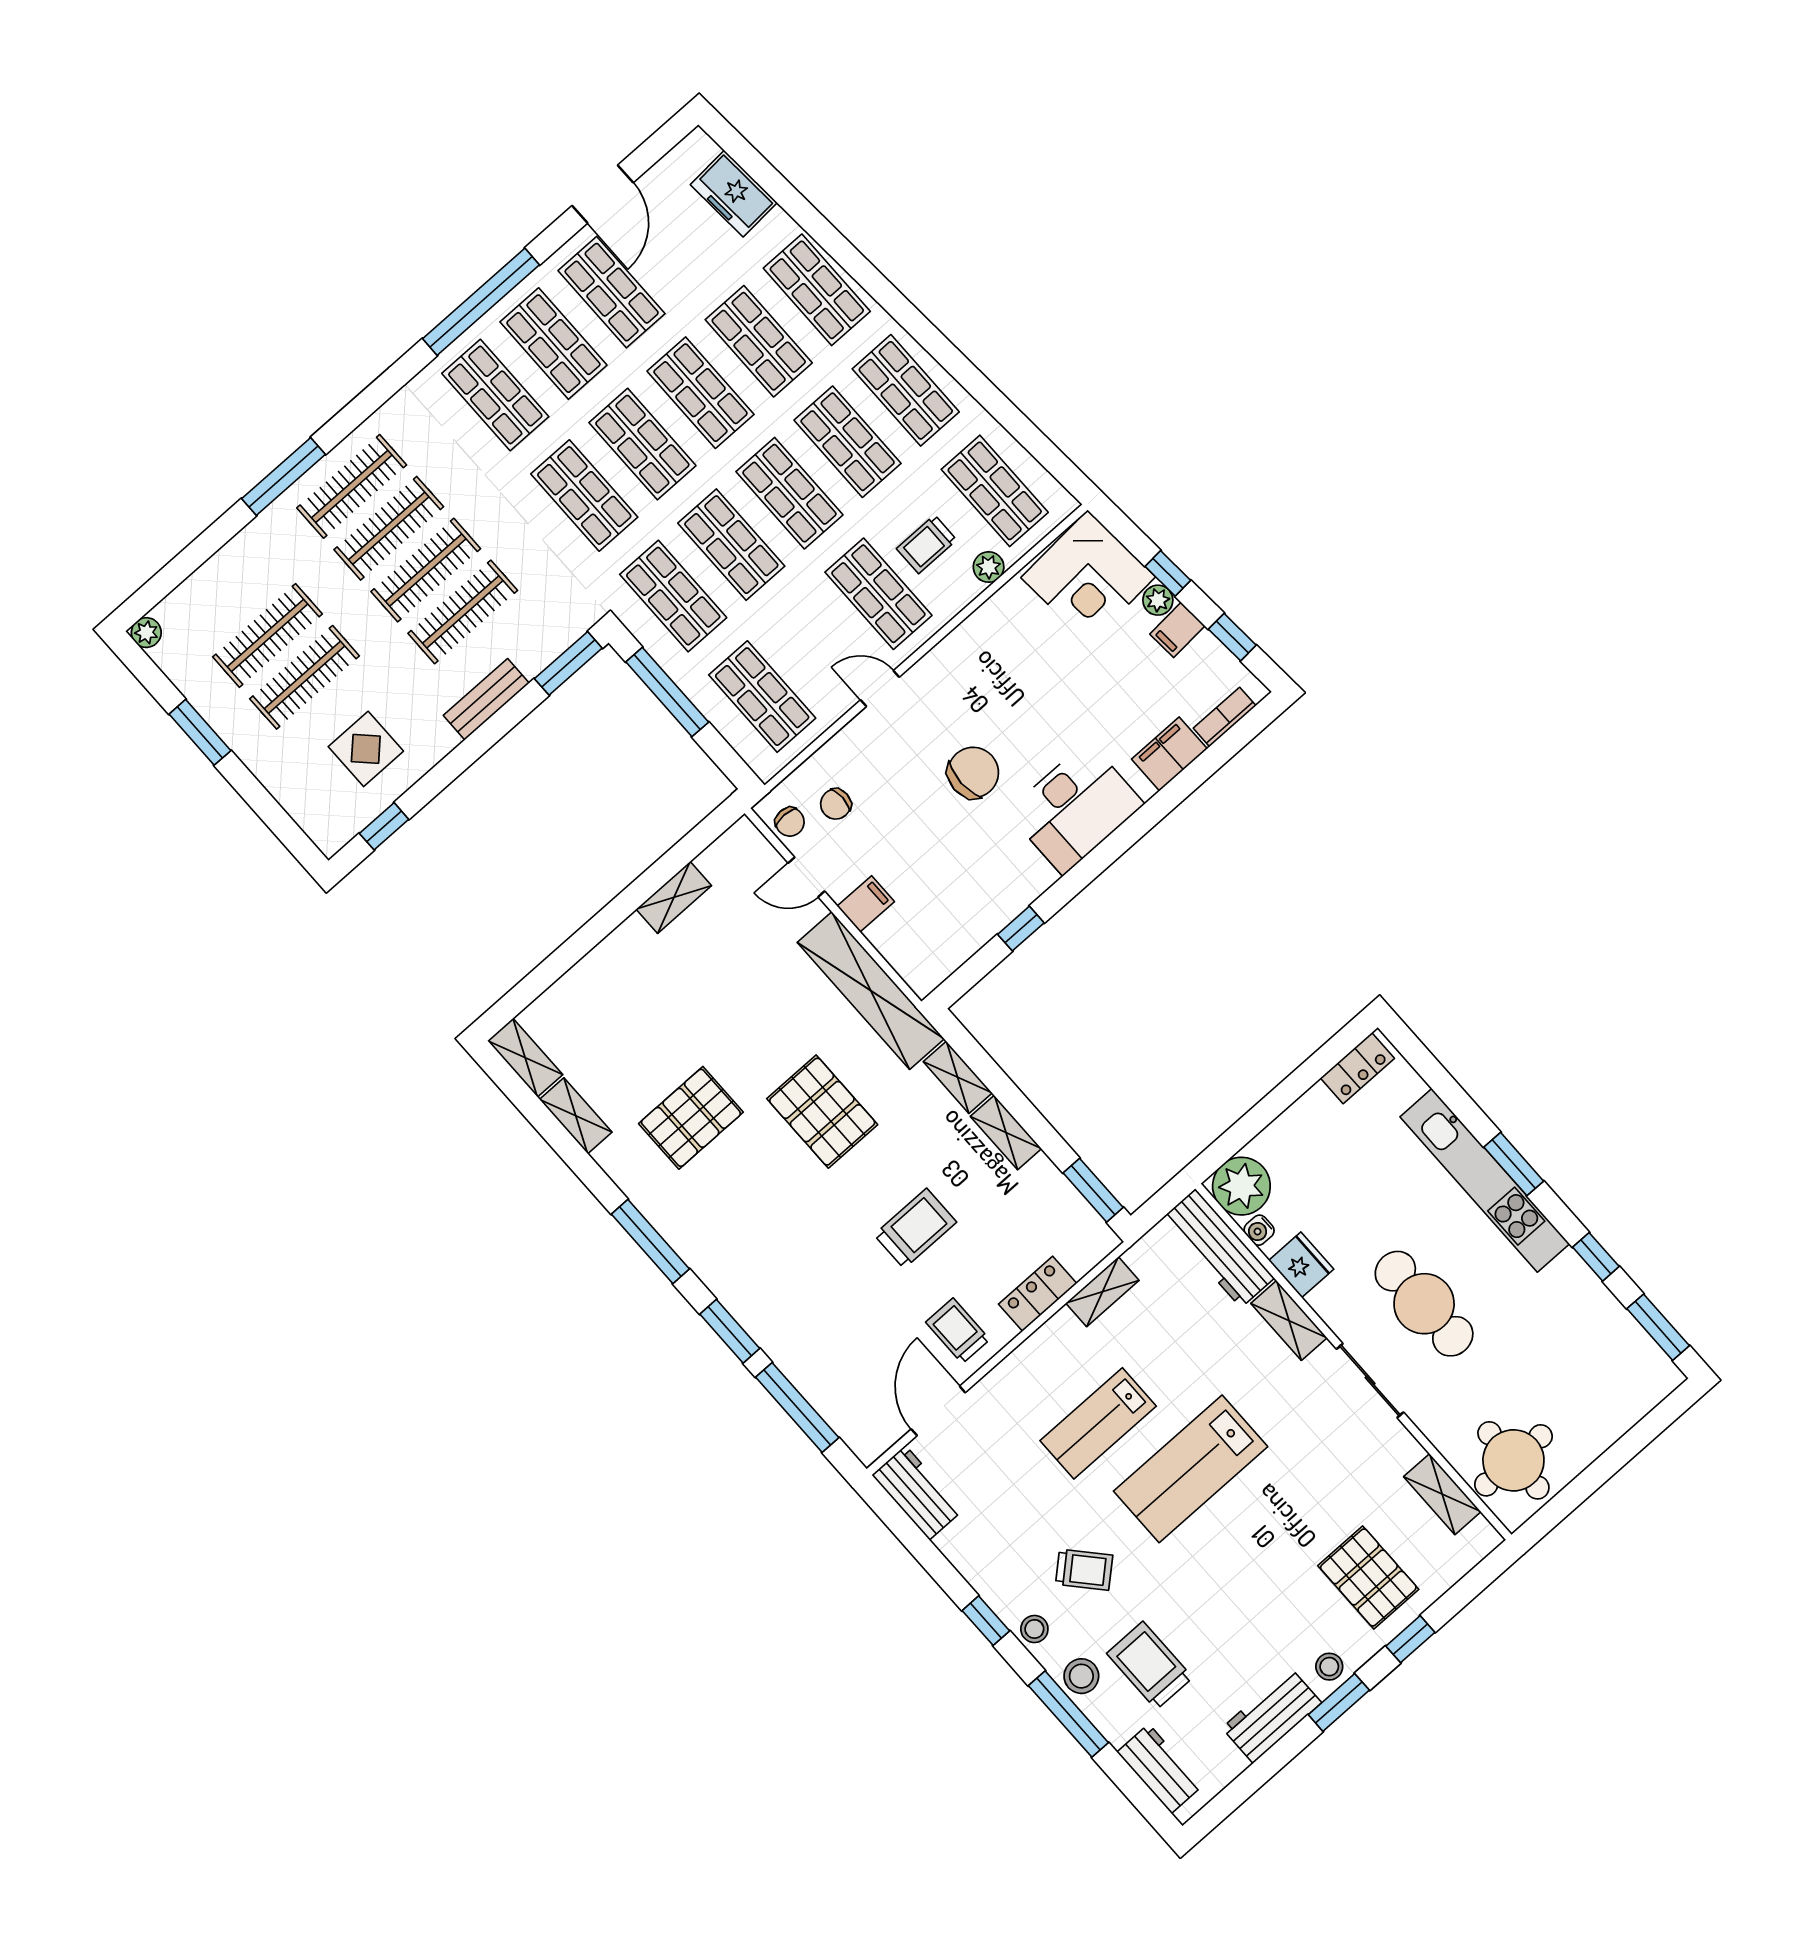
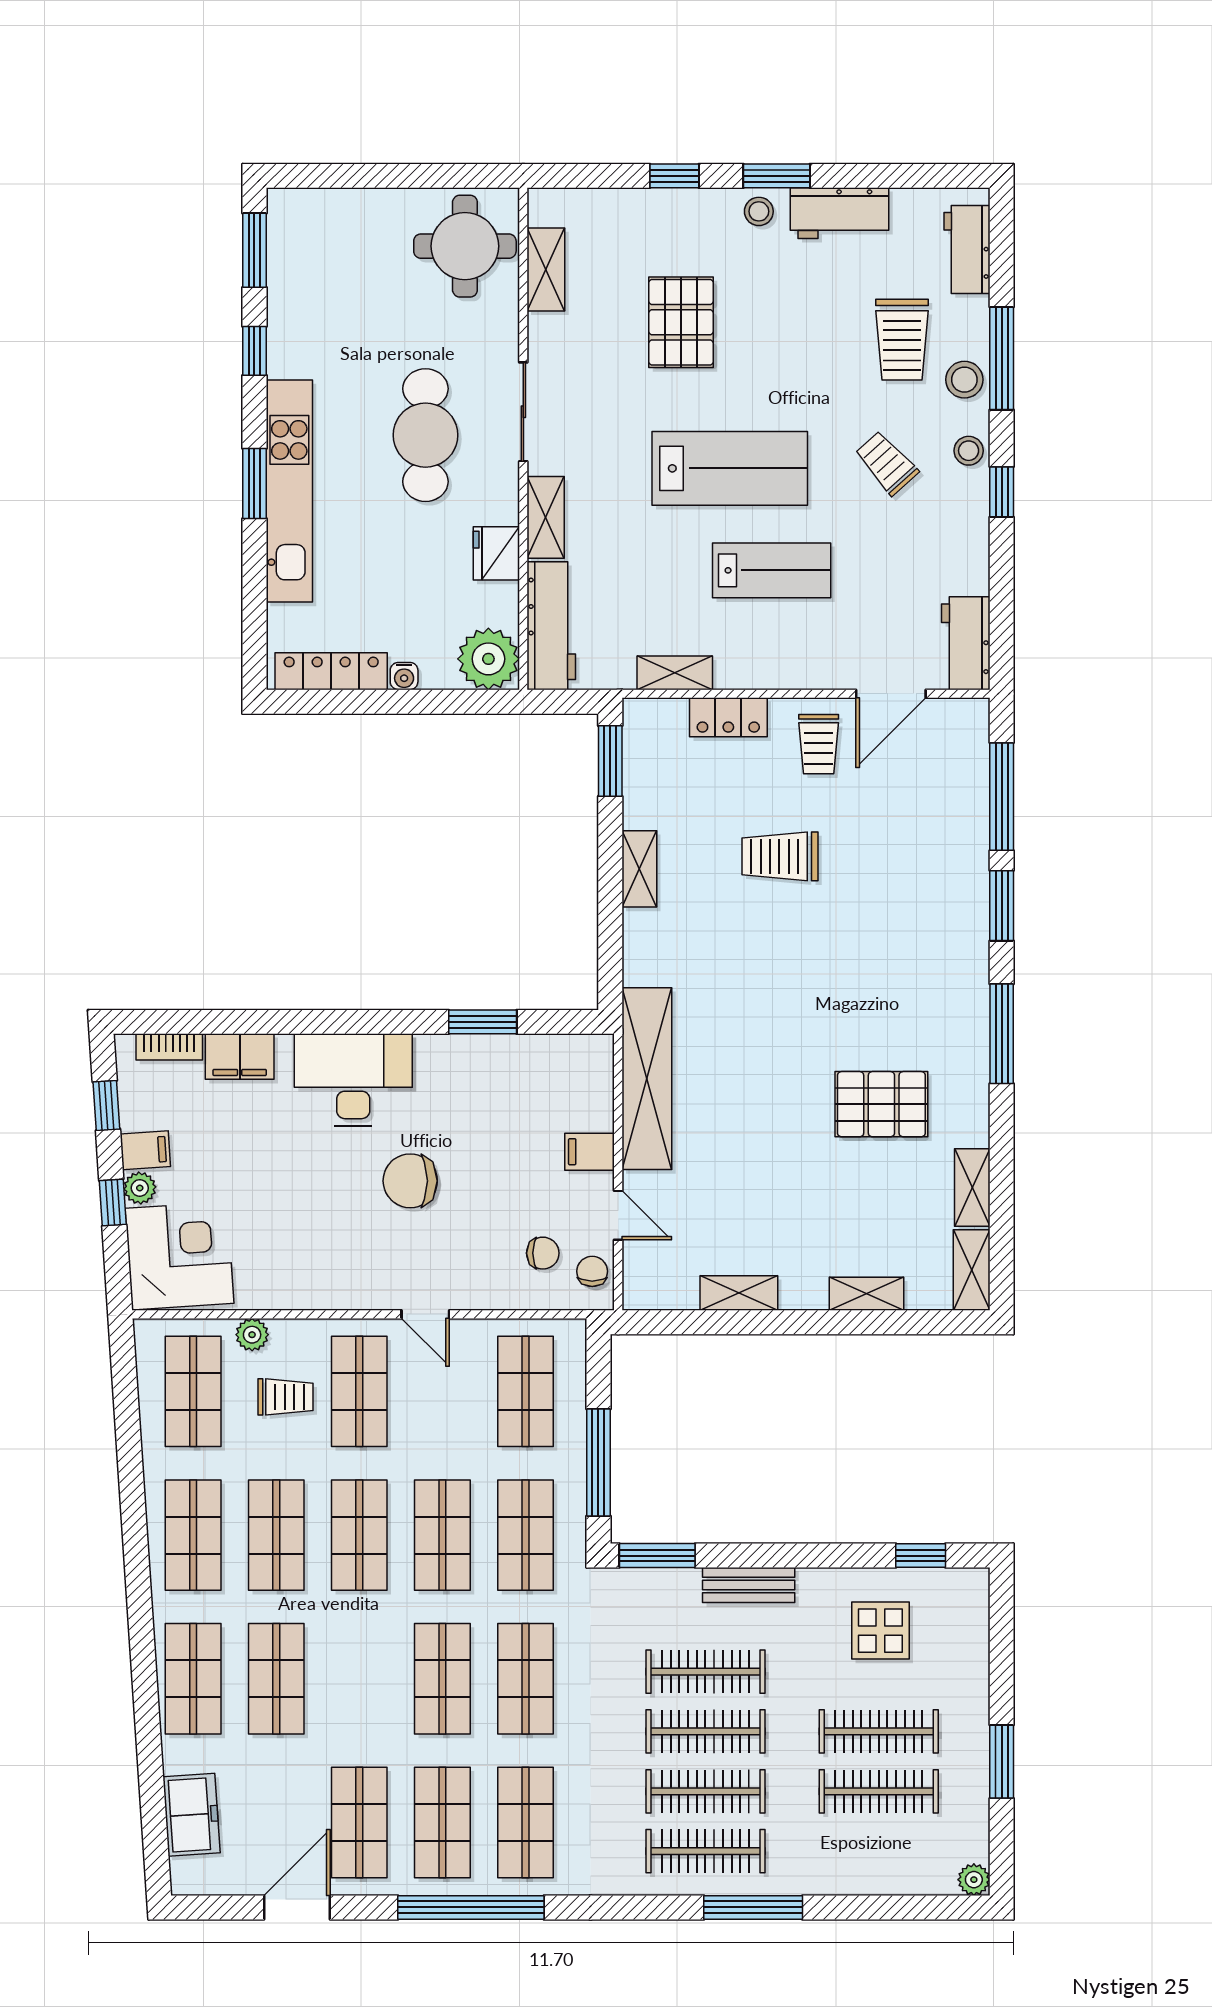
shop shelf: (701, 393) -> (359, 1679), removed
window: (1021, 929) -> (483, 1022), width x1.50
locker: (1357, 1068) -> (331, 671), width x1.53
shelving: (958, 1077) -> (866, 1294), moved, turned 90
pallet: (822, 1112) -> (772, 1016), removed
water cooler: (1259, 1230) -> (404, 676), moved, turned 90
pallet: (1368, 1577) -> (681, 322), moved

